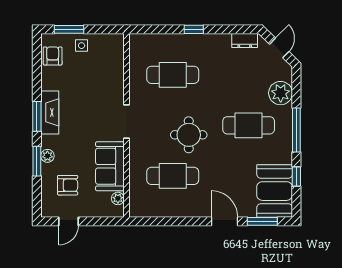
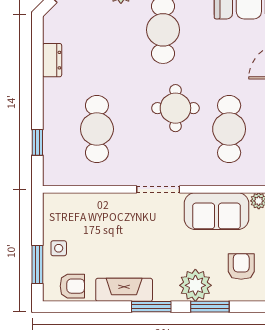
window: (194, 29) -> (37, 142), moved
dresser: (245, 40) -> (52, 60), moved
armchair: (53, 56) -> (72, 286), turned 180
fireplace: (50, 112) -> (124, 290), moved
plant: (47, 156) -> (195, 285), width x1.87, depth x1.87

